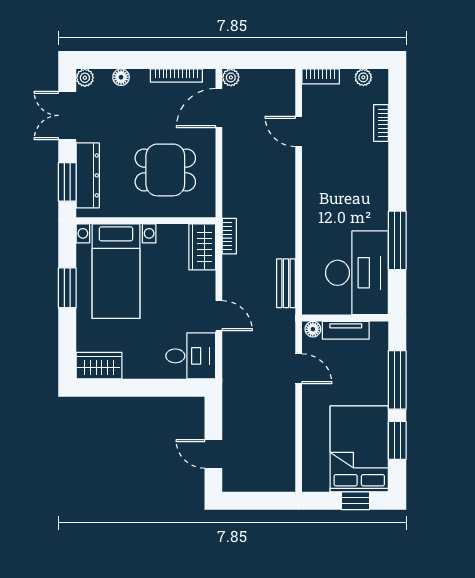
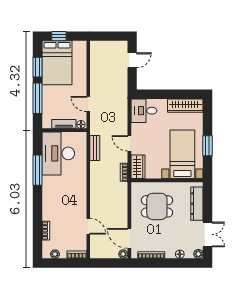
door: (219, 108) -> (129, 238), swing flipped
window: (67, 182) -> (207, 200), removed
door: (219, 316) -> (129, 143), moved
wardrobe: (99, 366) -> (185, 106), width x1.50
door: (213, 454) -> (132, 60), hinge flipped

